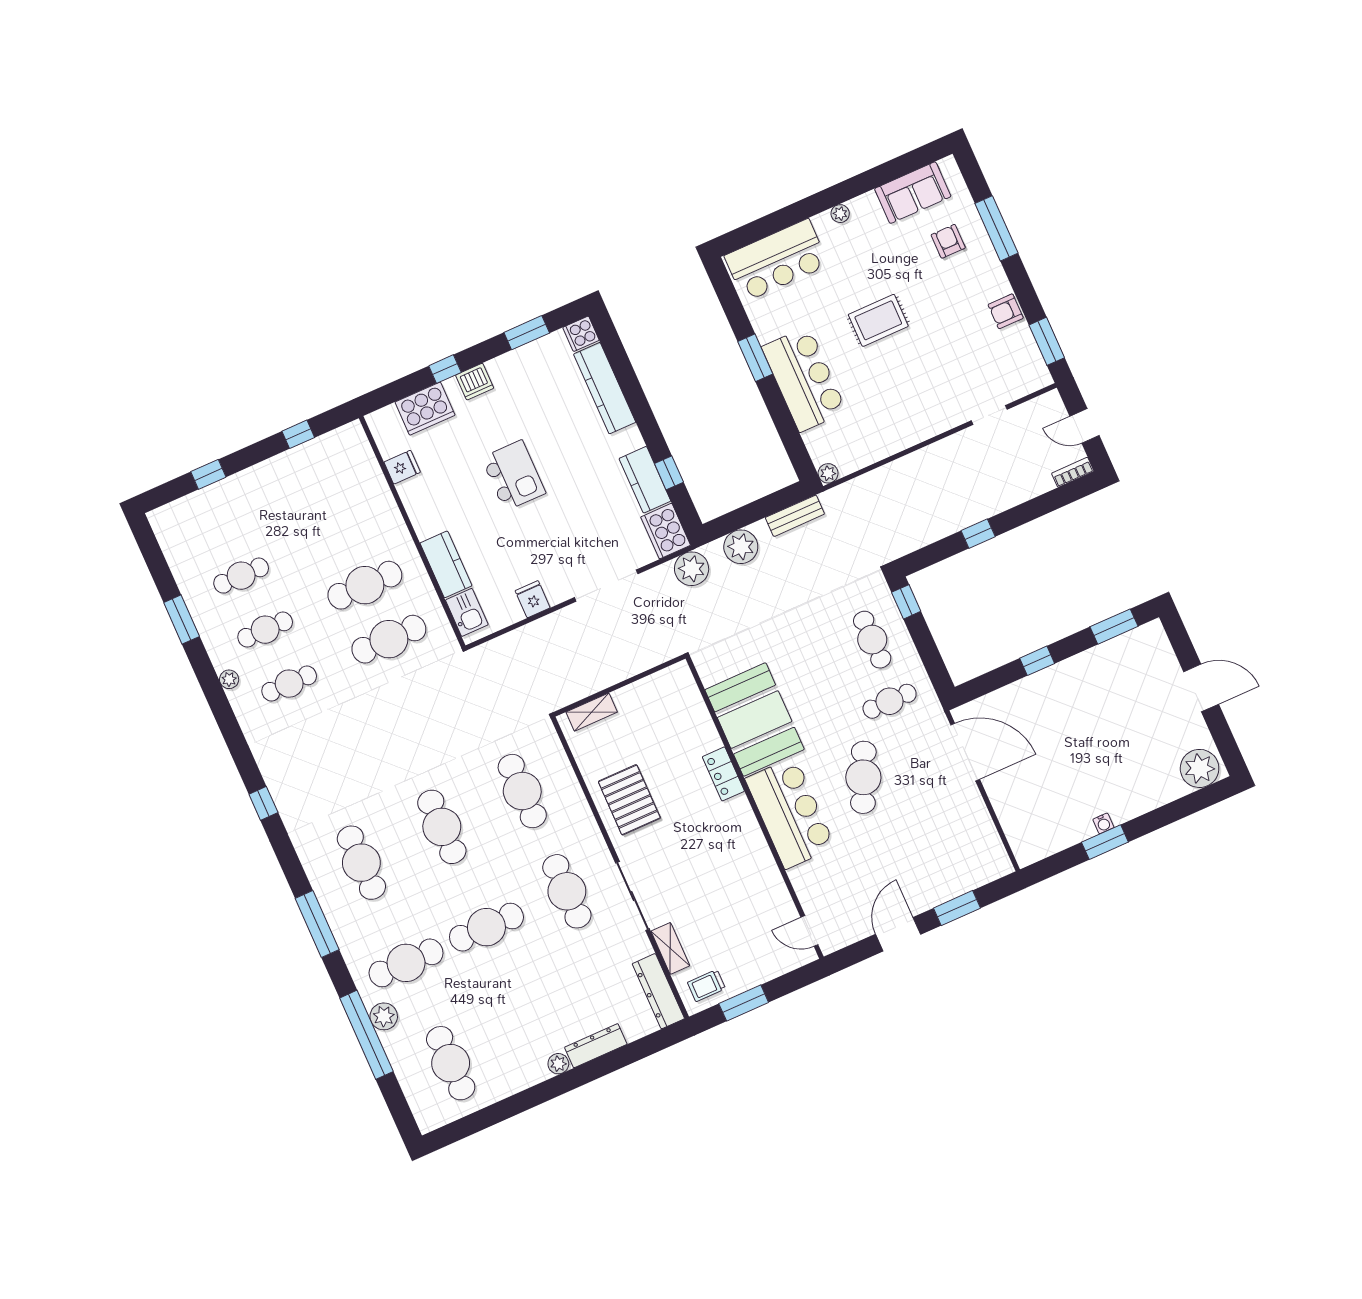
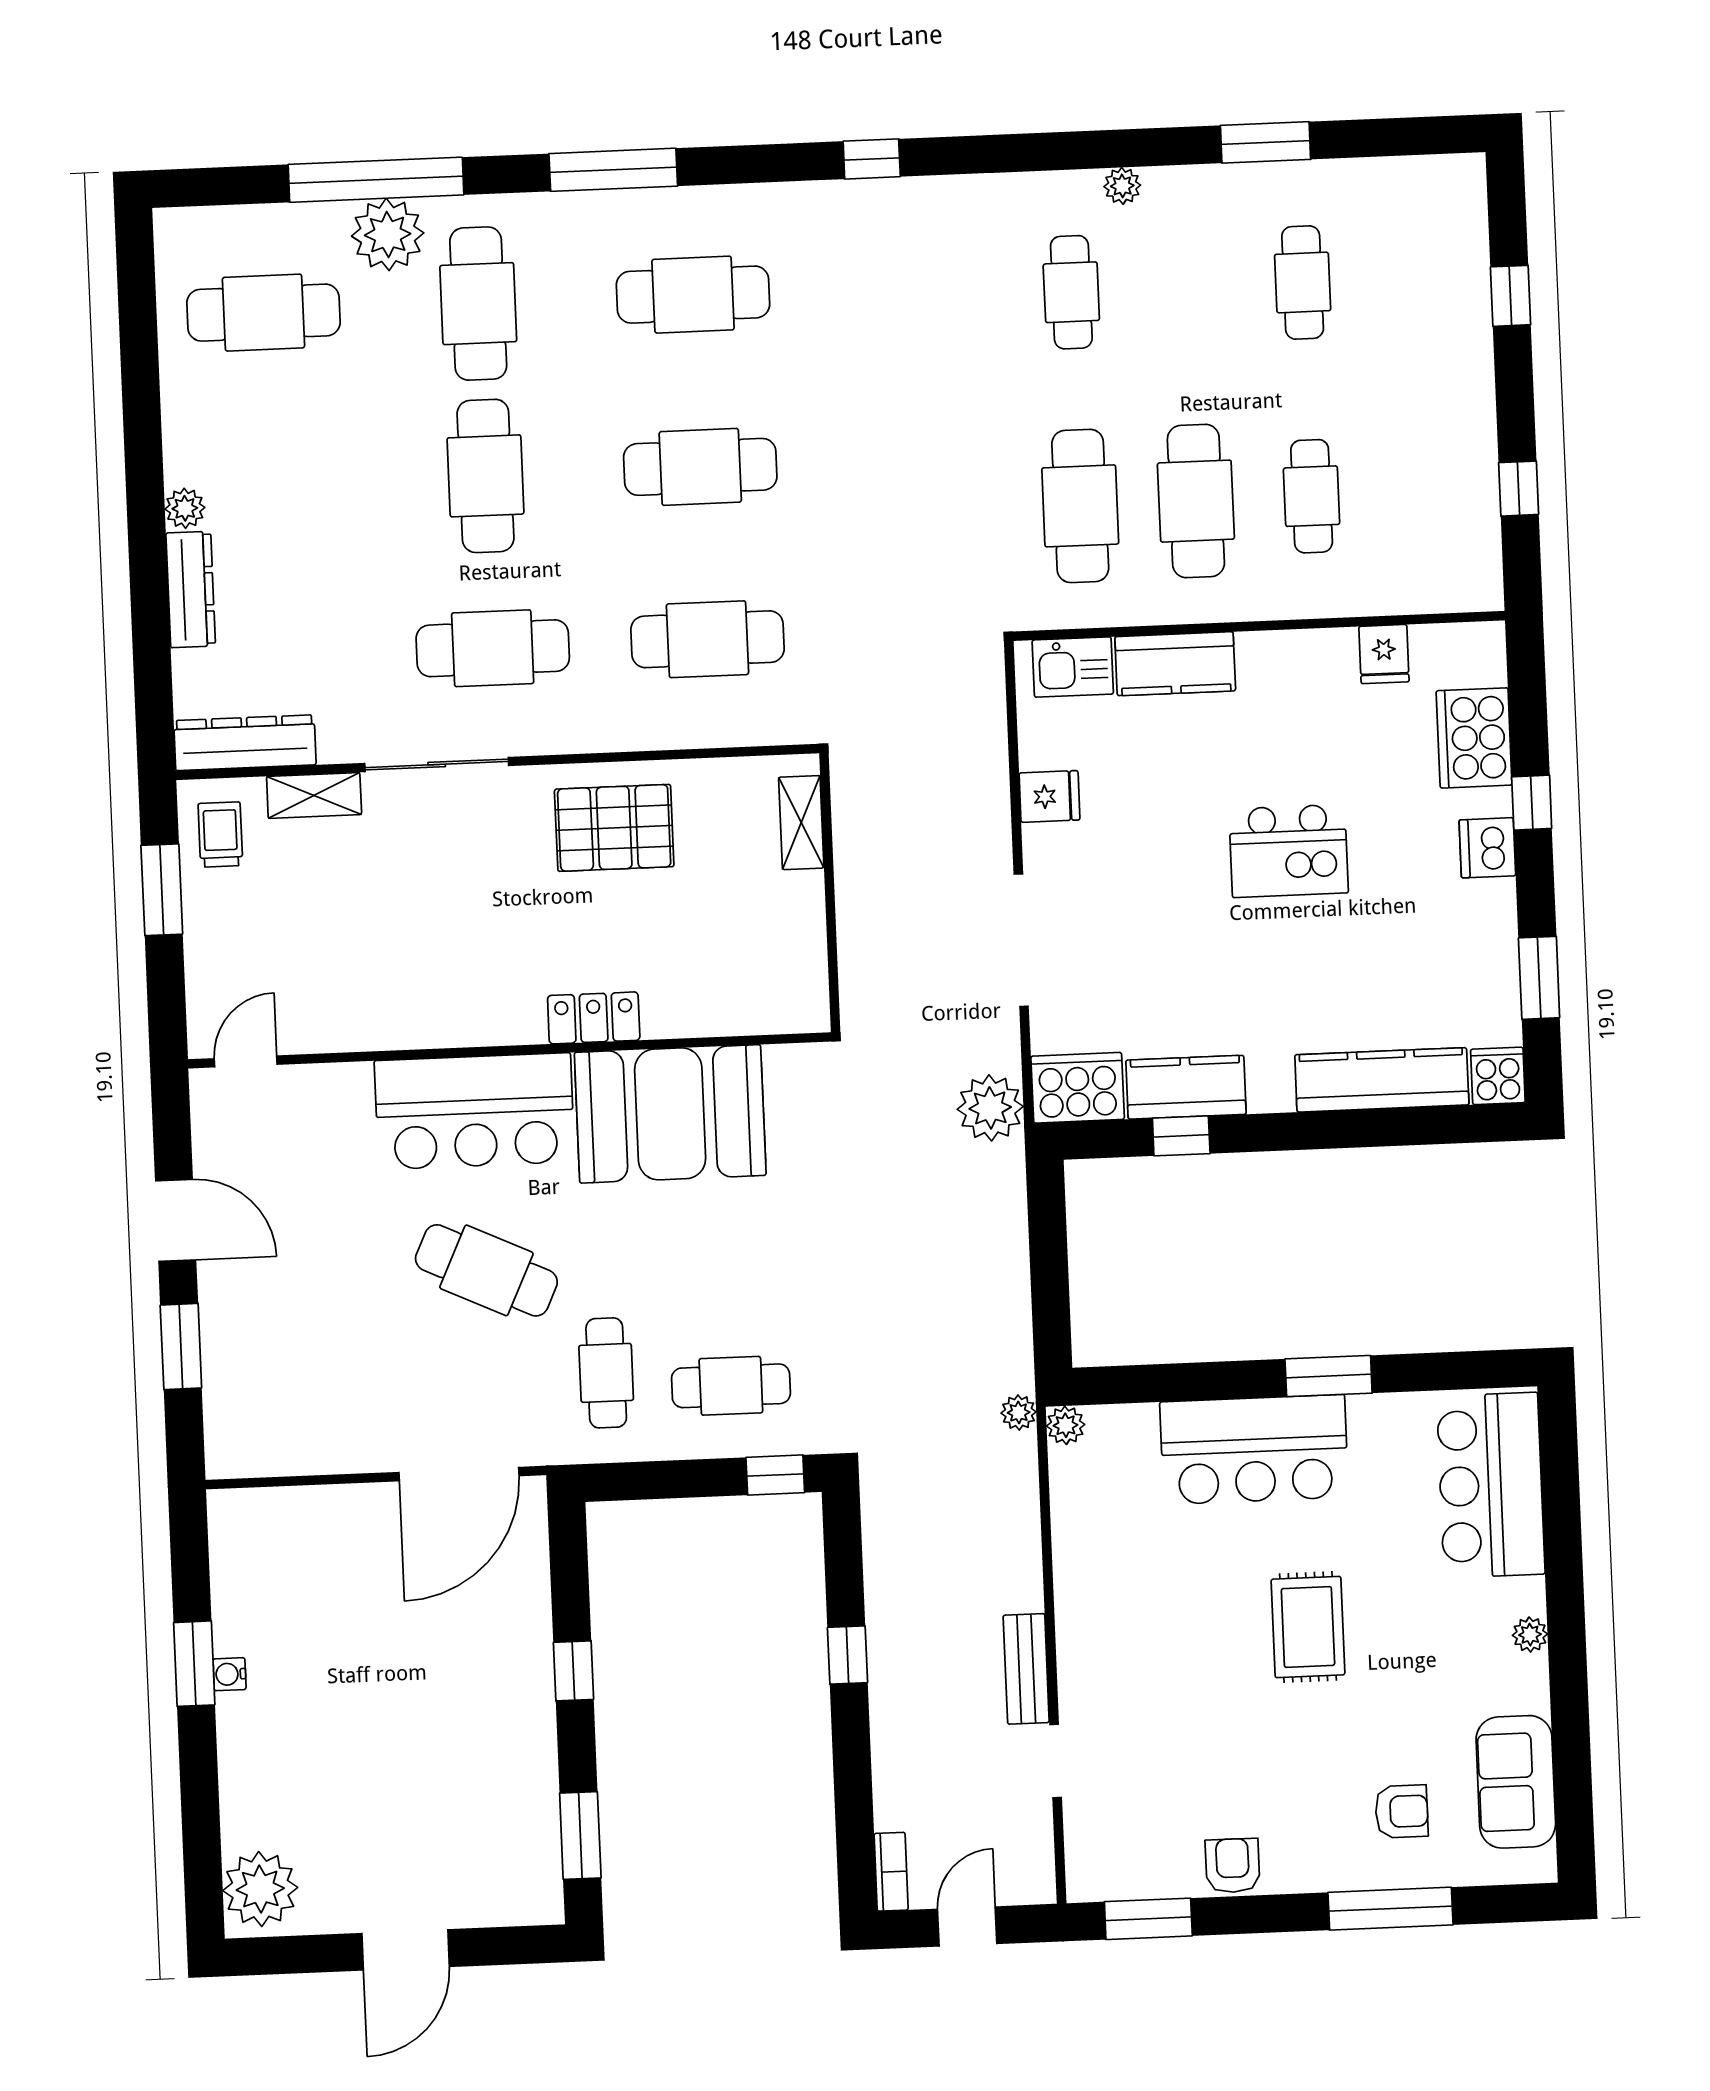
bench: (795, 516) -> (1026, 1669), moved
plant: (741, 547) -> (1019, 1413), moved, width x0.53, depth x0.53
cafe table: (265, 630) -> (1312, 496), moved
plant: (384, 1016) -> (388, 234), width x1.36, depth x1.36

